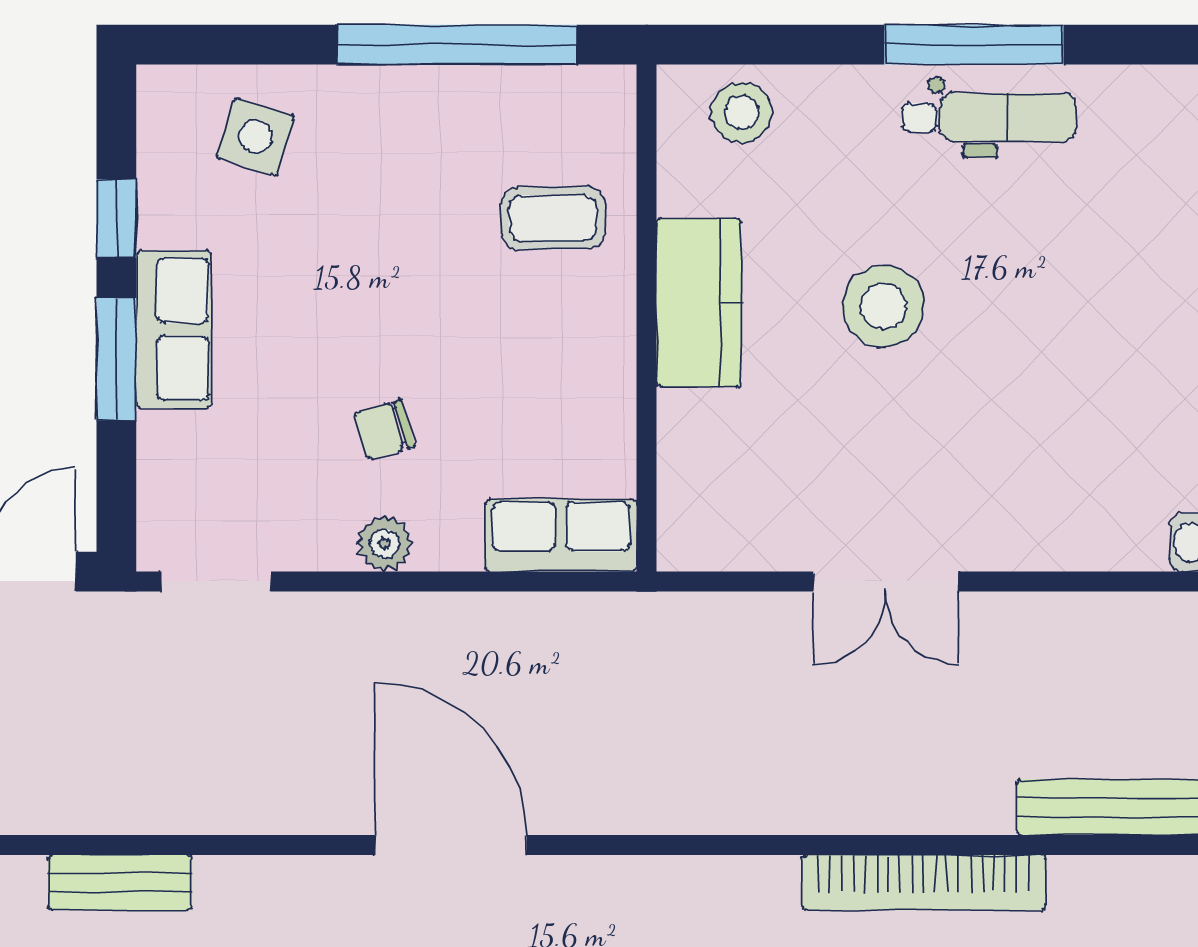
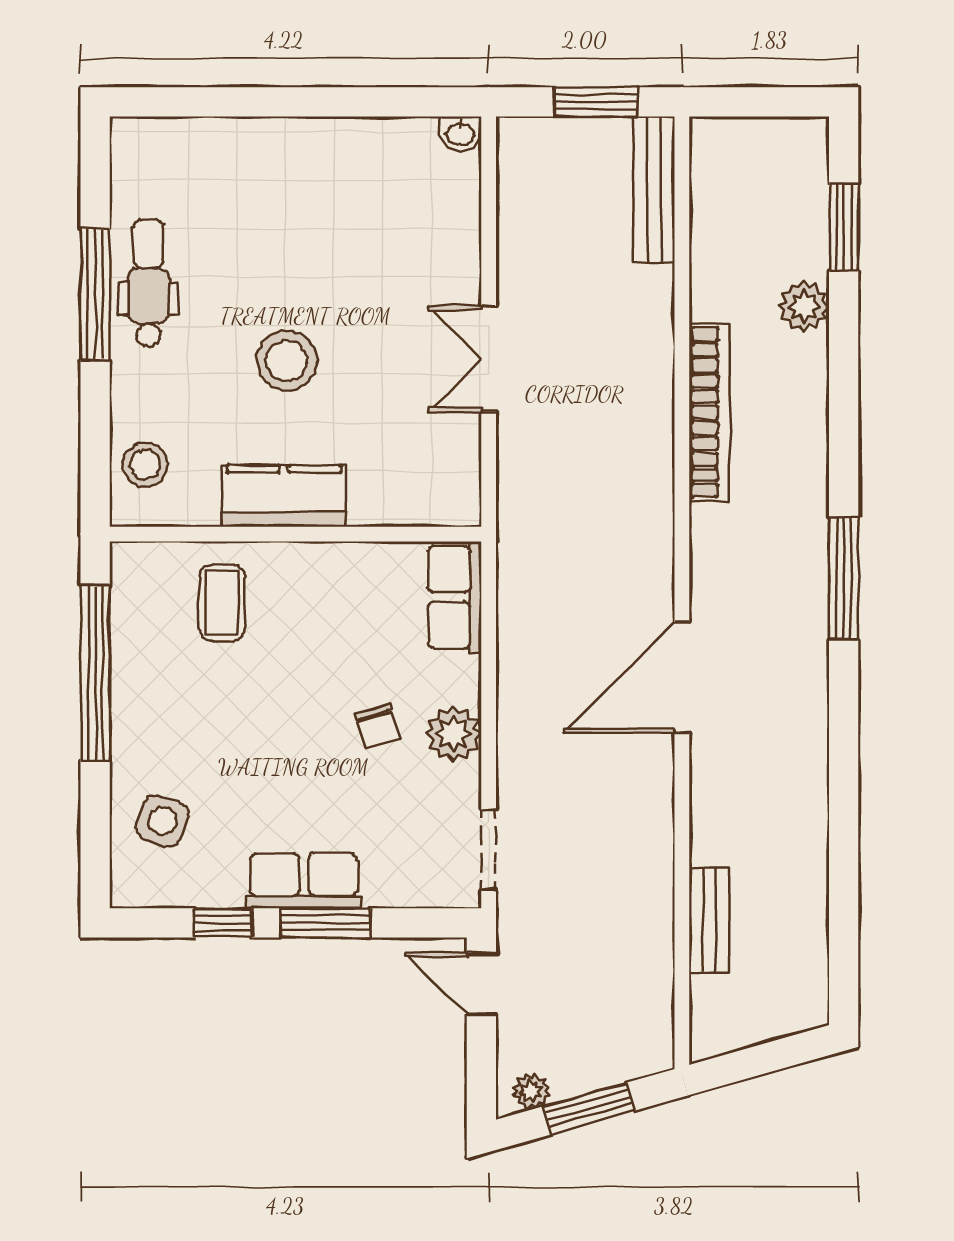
plant: (385, 544) -> (453, 734), width x1.38, depth x1.38
double door: (886, 581) -> (489, 359), swing flipped
bookcase: (923, 883) -> (709, 412), moved

